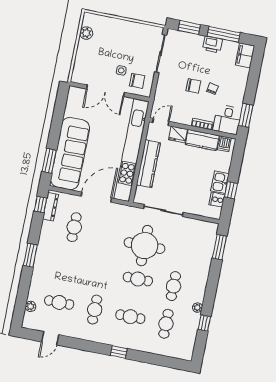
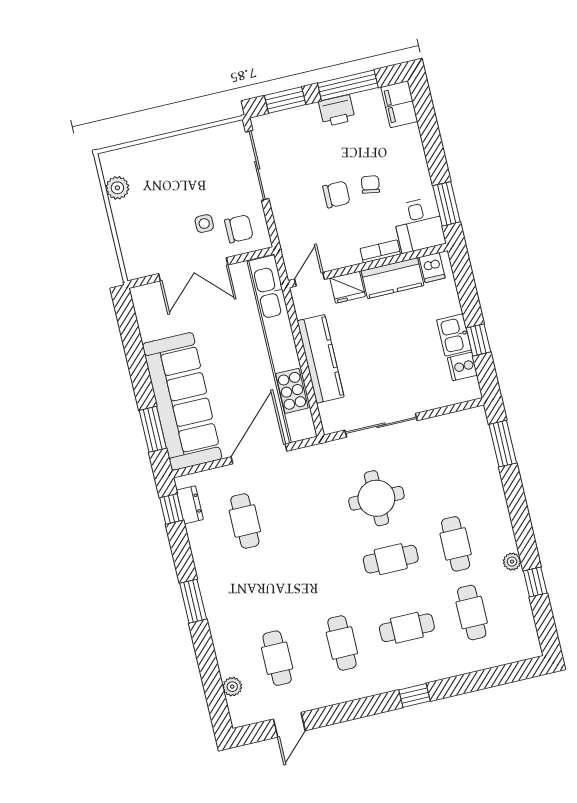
dresser: (51, 207) -> (190, 505), width x0.70
round table: (145, 246) -> (376, 498), width x0.73, depth x0.73
cafe table: (59, 302) -> (277, 658), turned 90

